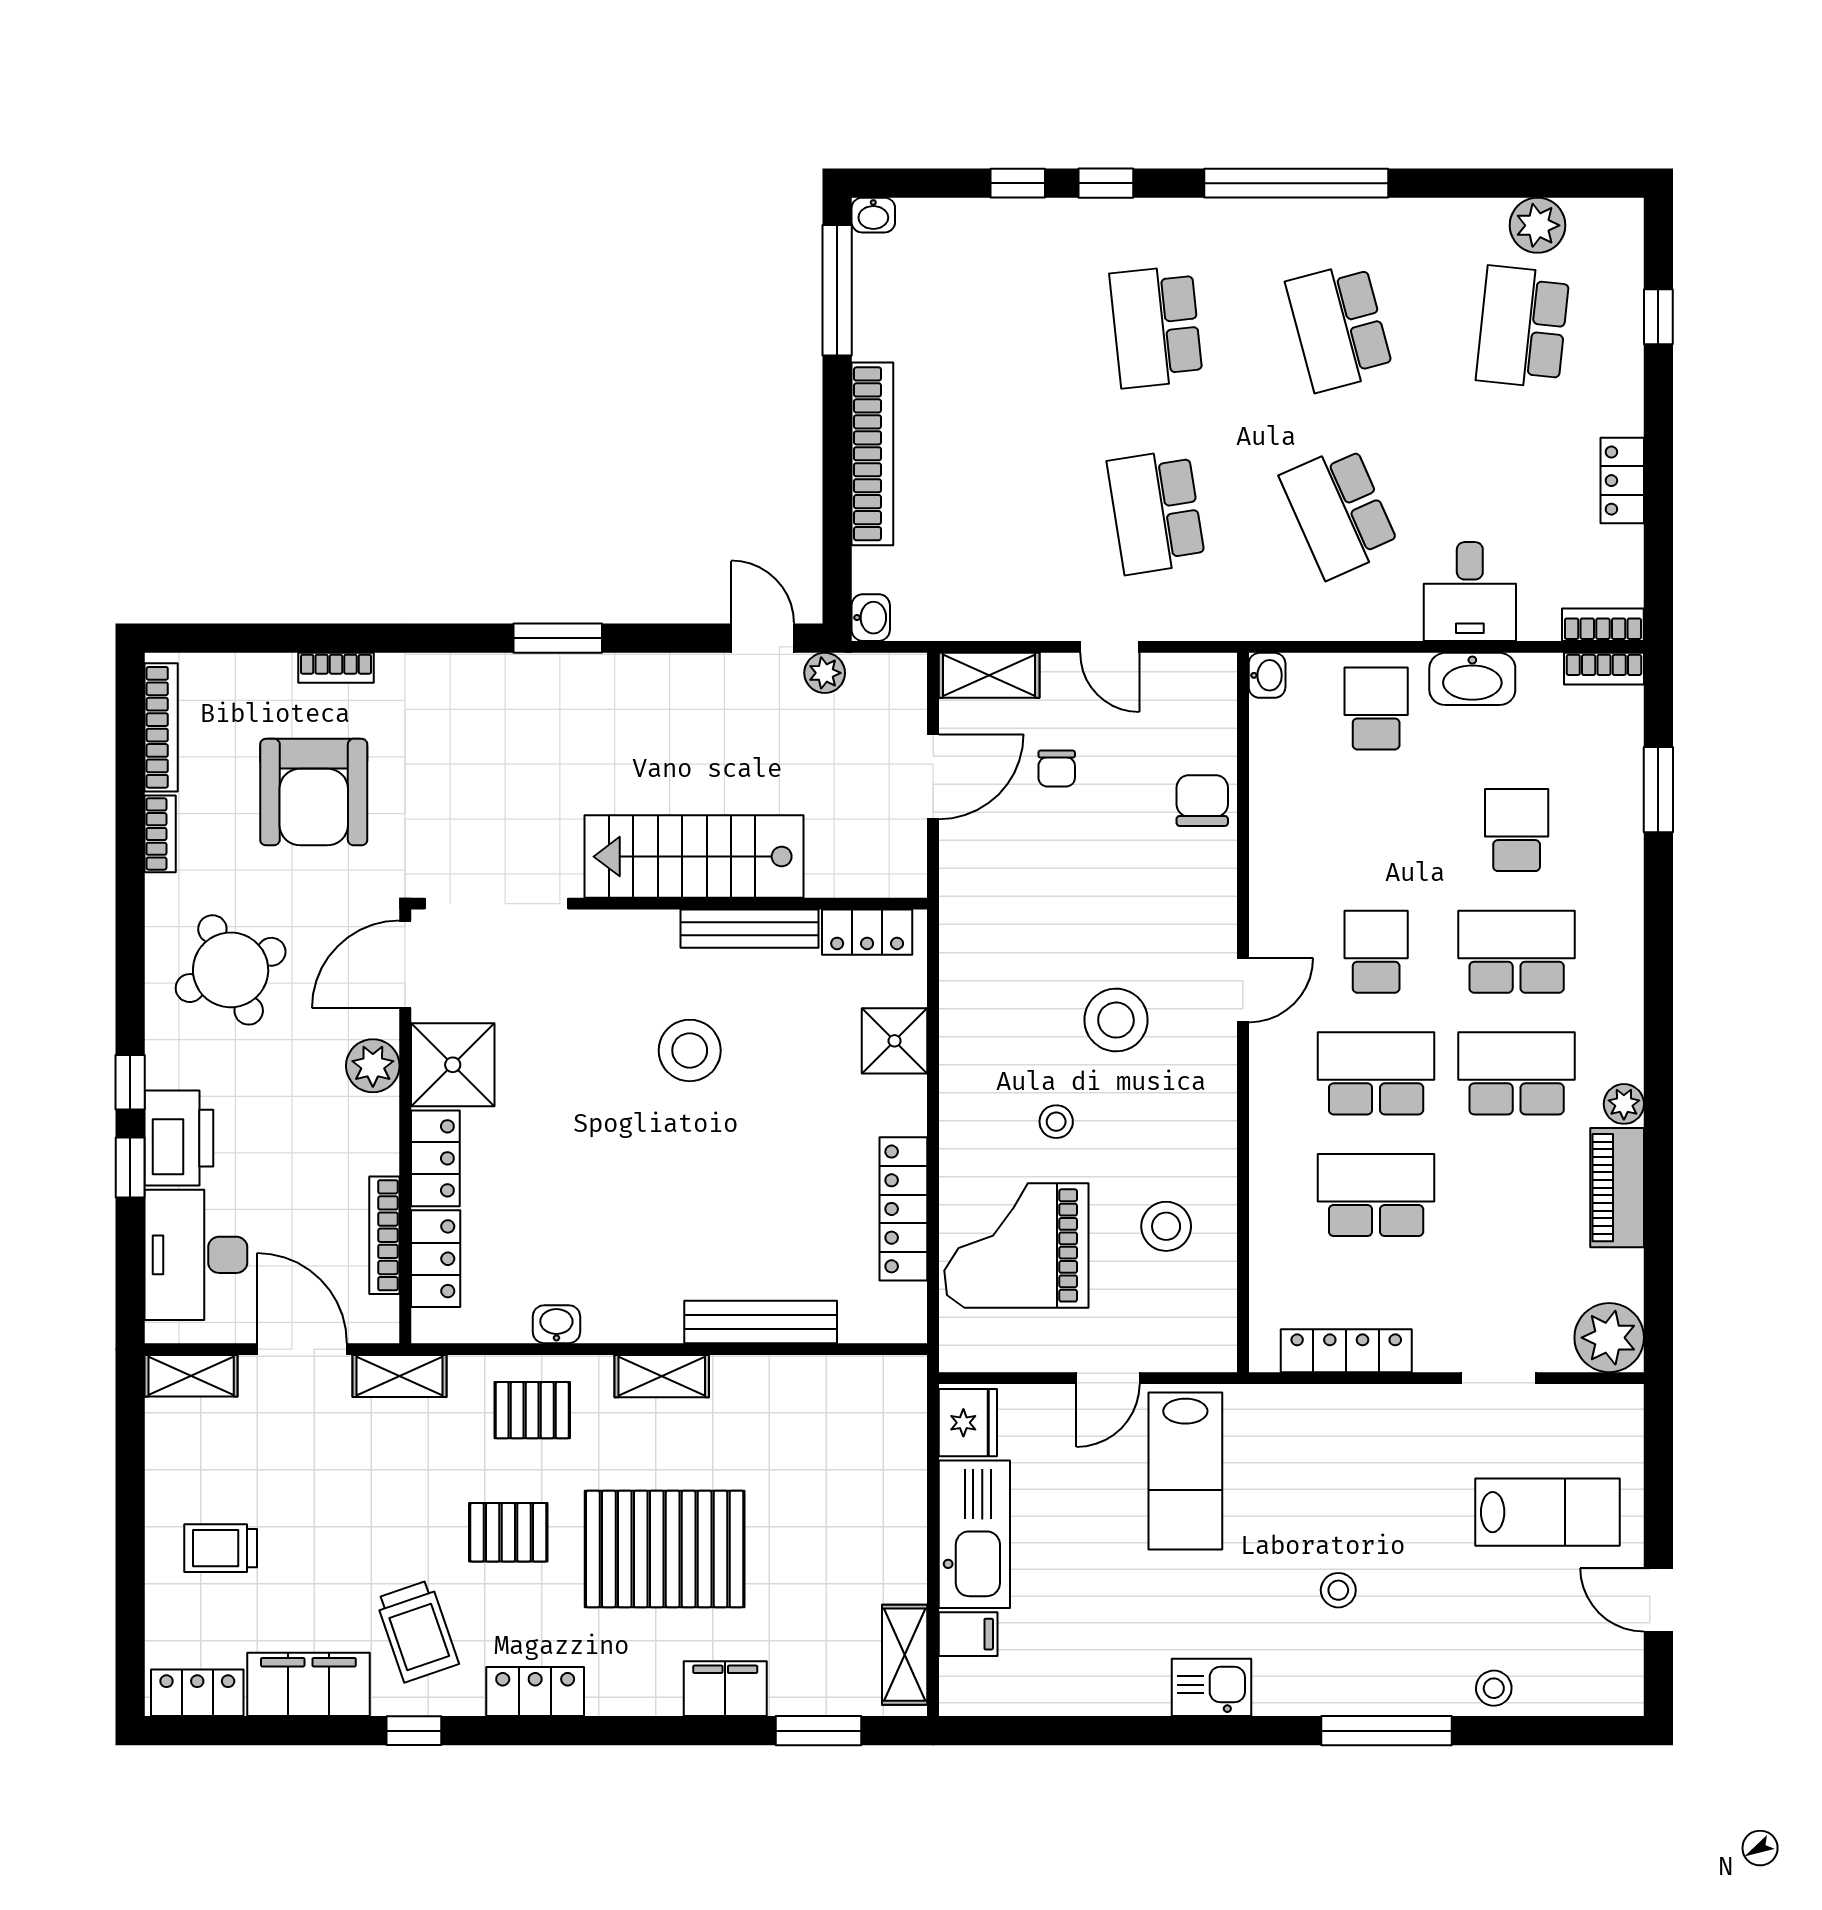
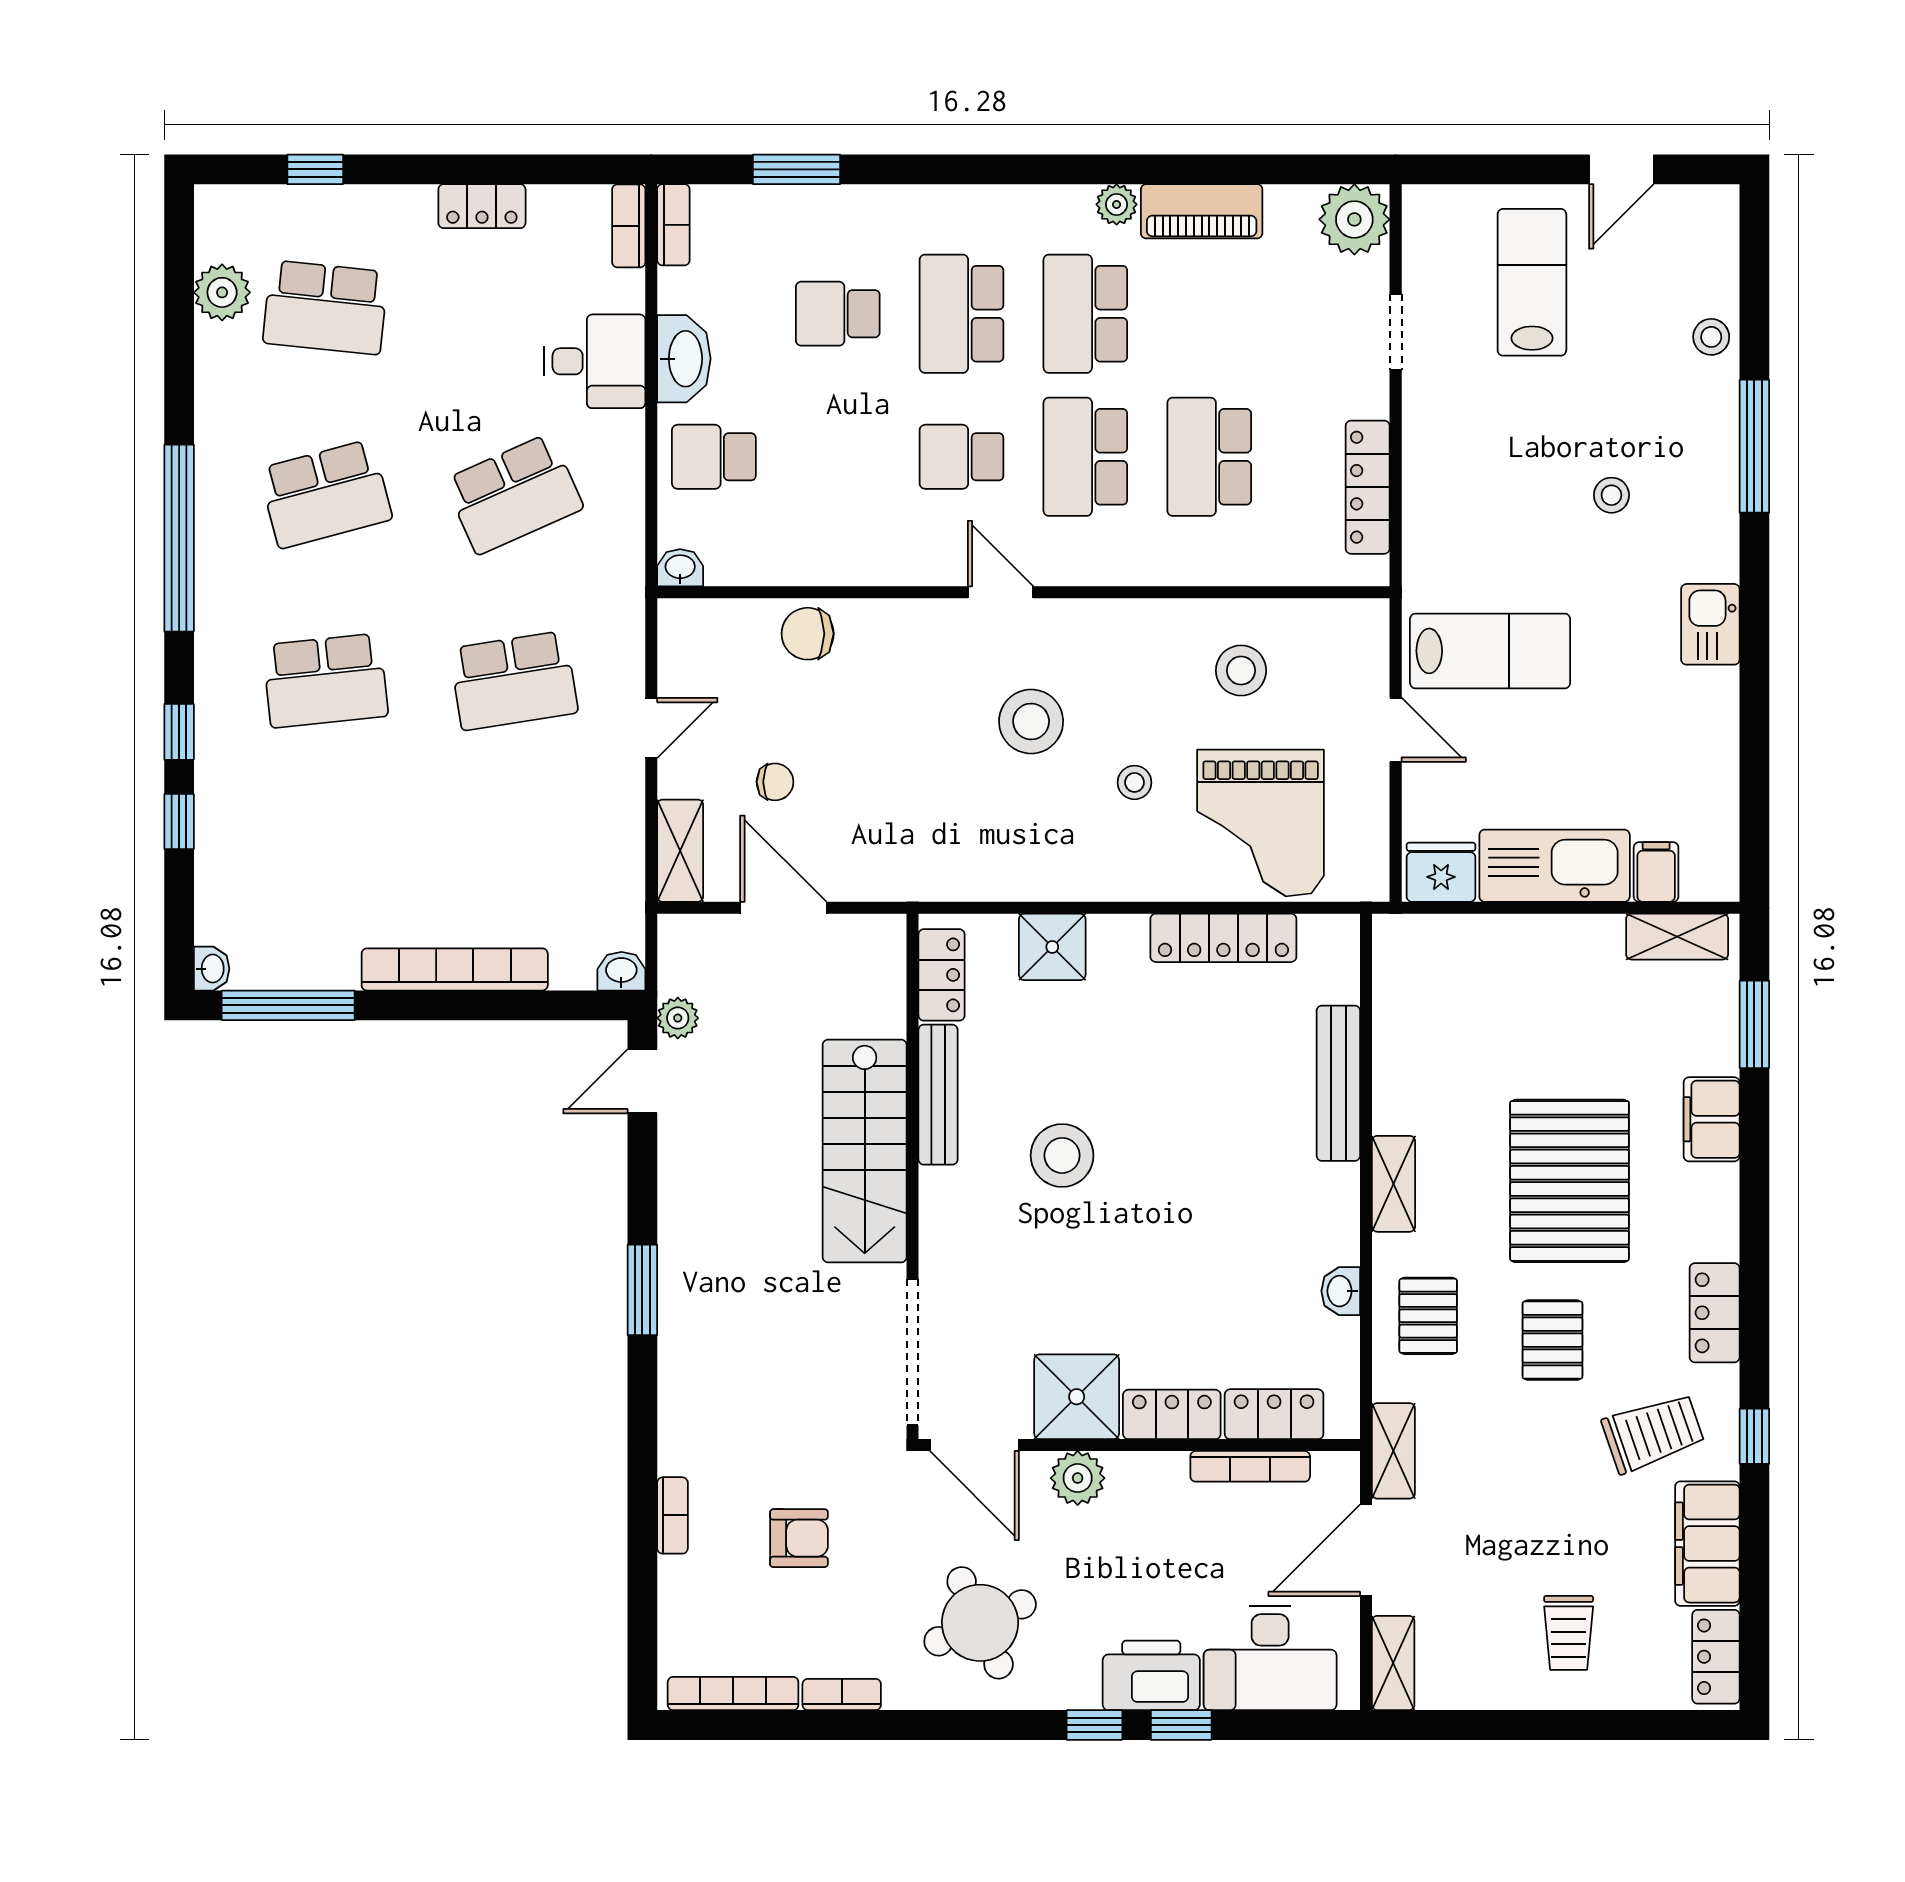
armchair: (314, 792) -> (799, 1538), width x0.53, depth x0.53

